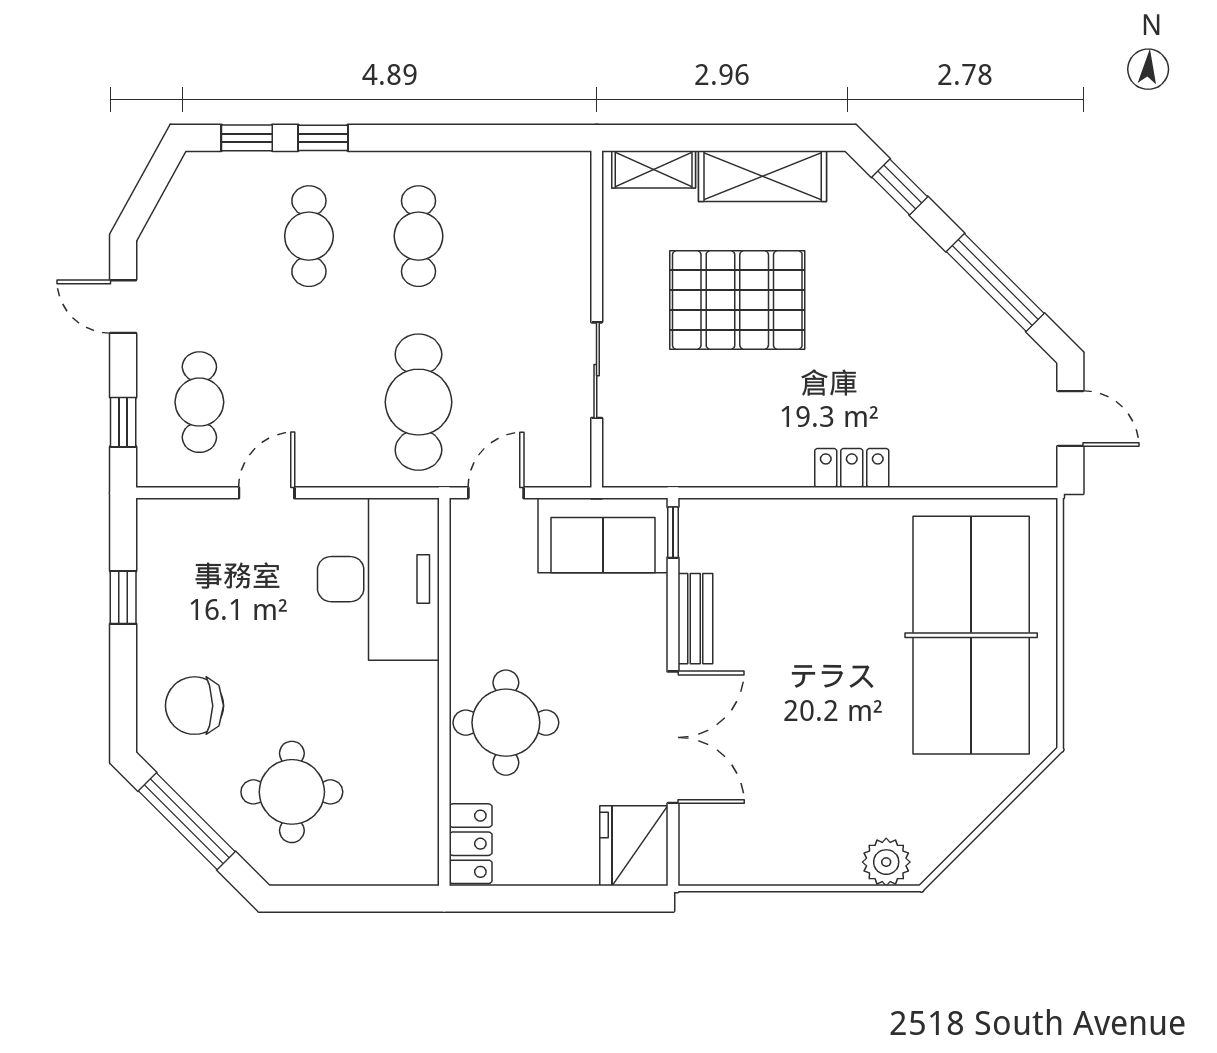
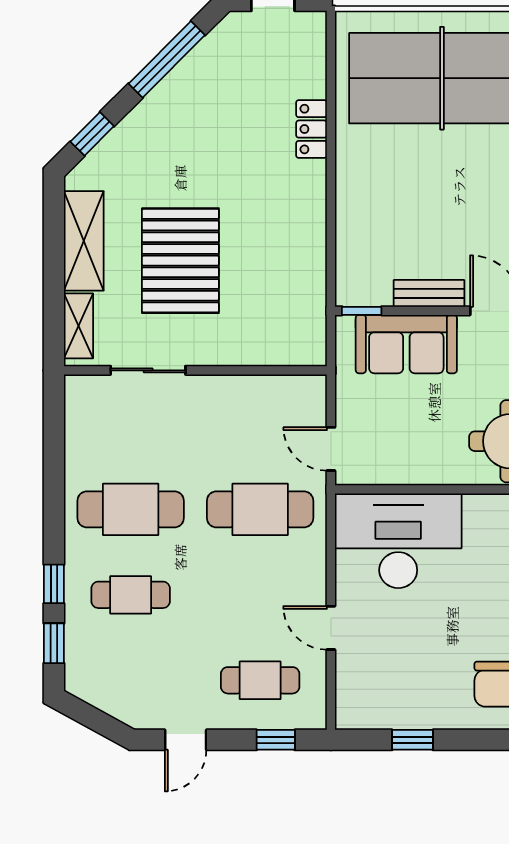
cafe table: (418, 236) -> (131, 509), width x1.37, depth x1.35
sliding door: (597, 370) -> (148, 370), moved
locker: (852, 468) -> (312, 129), moved
sofa: (603, 535) -> (406, 344), moved, turned 90

